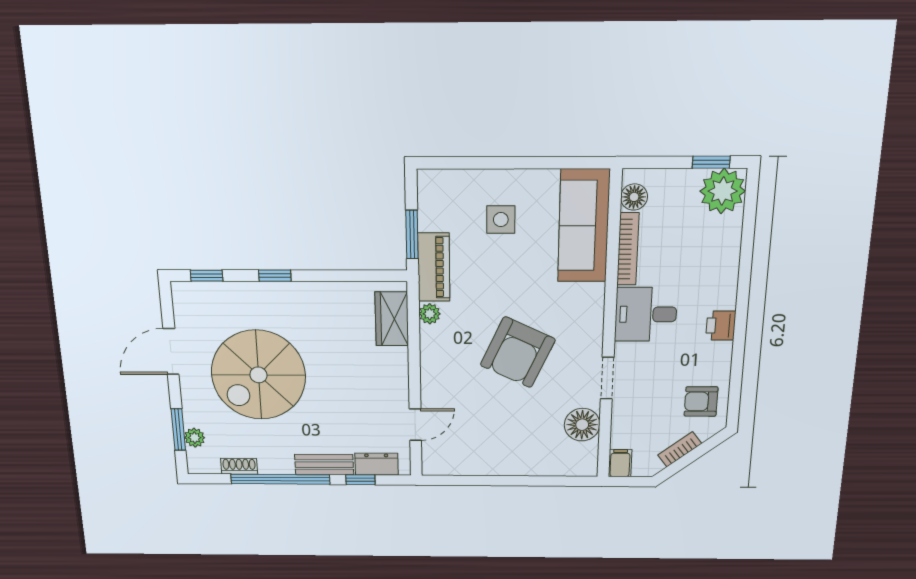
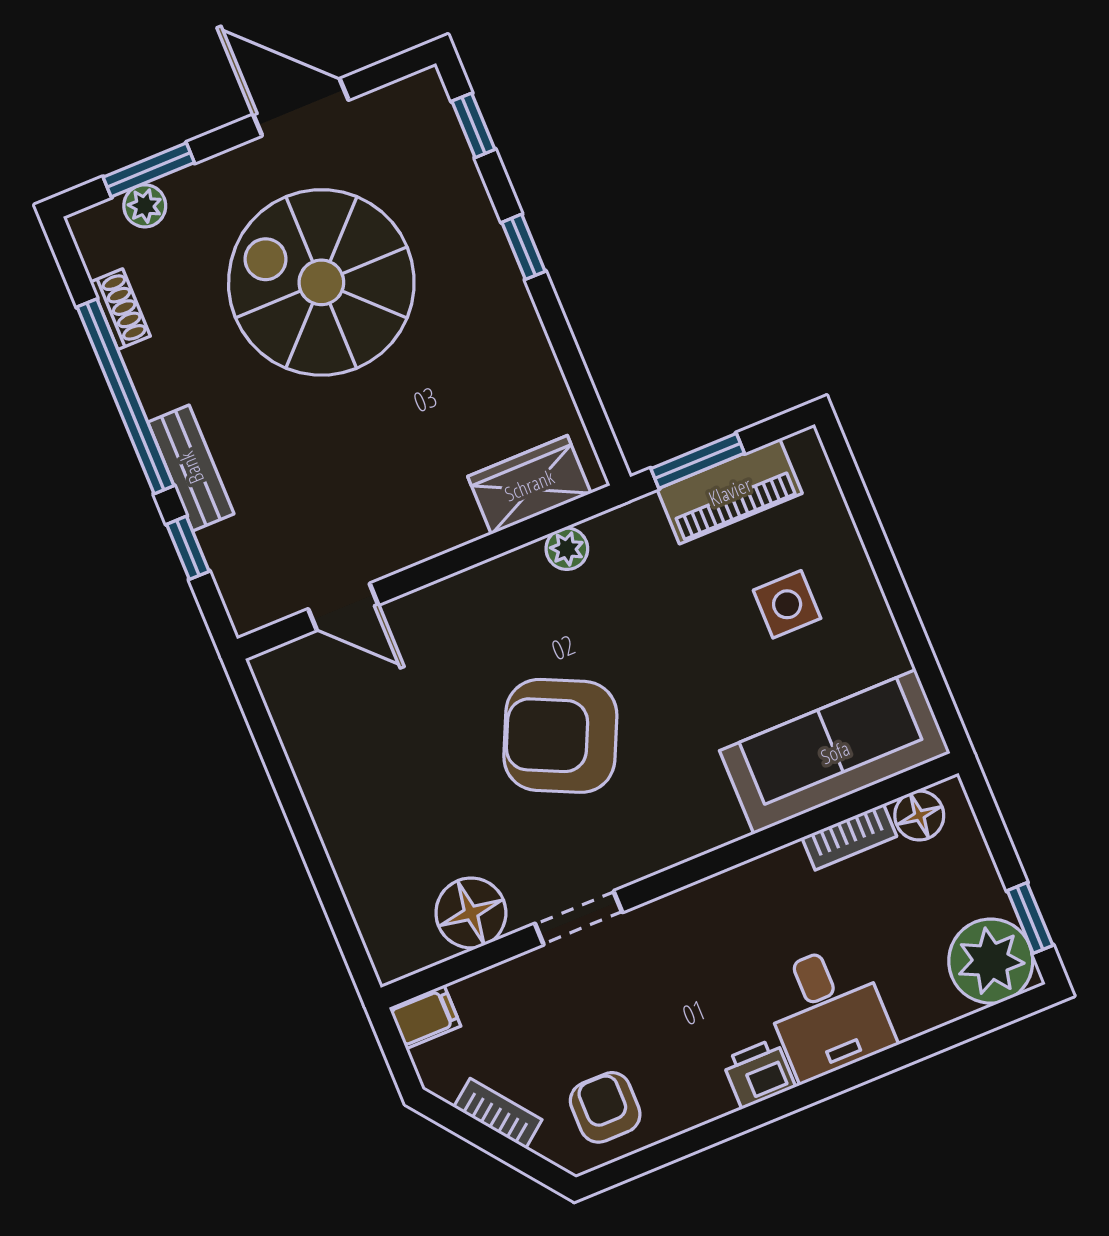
bookcase: (628, 249) -> (849, 837), width x0.64
piano: (434, 267) -> (730, 491), moved
desk: (646, 314) -> (827, 1012), moved, turned 180
dresser: (376, 464) -> (233, 566), removed

